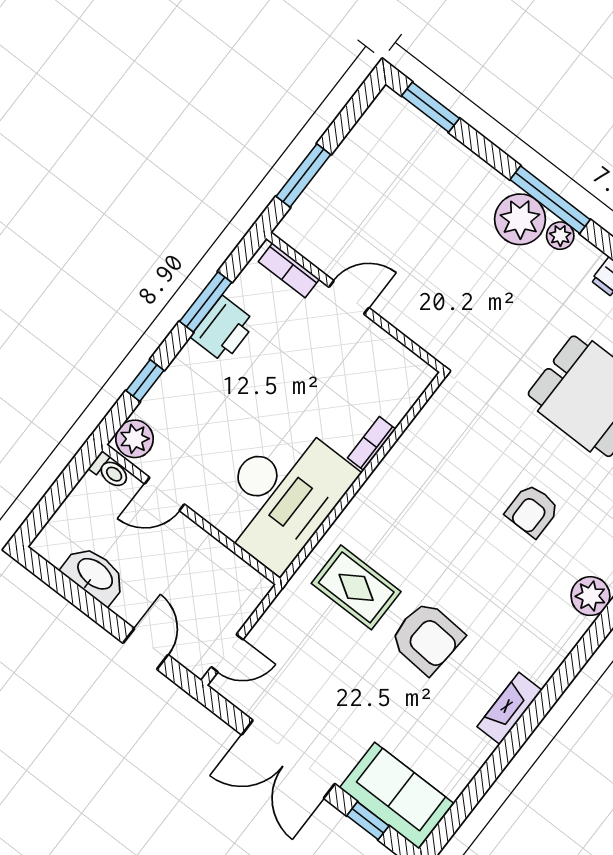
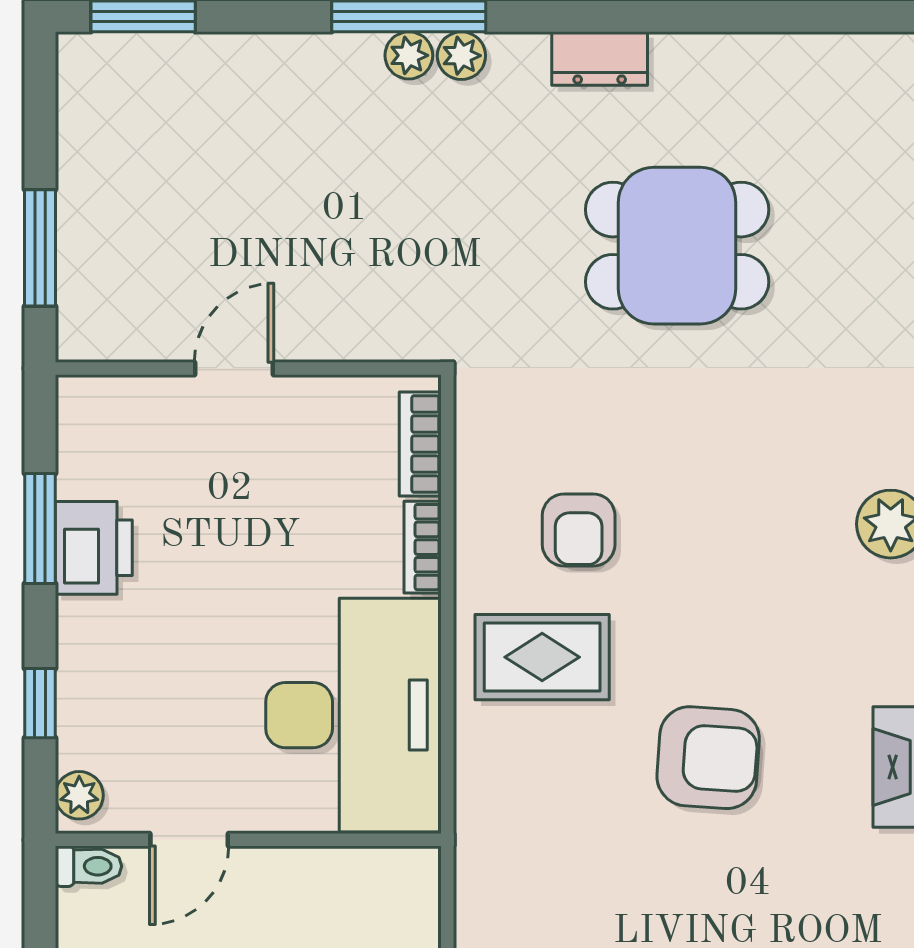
plant: (520, 219) -> (409, 55), width x0.53, depth x0.53
bookcase: (289, 270) -> (420, 444), moved, turned 90
plant: (135, 439) -> (79, 795), width x0.73, depth x0.73
armchair: (532, 511) -> (579, 530), moved
rug: (356, 587) -> (542, 657), moved

